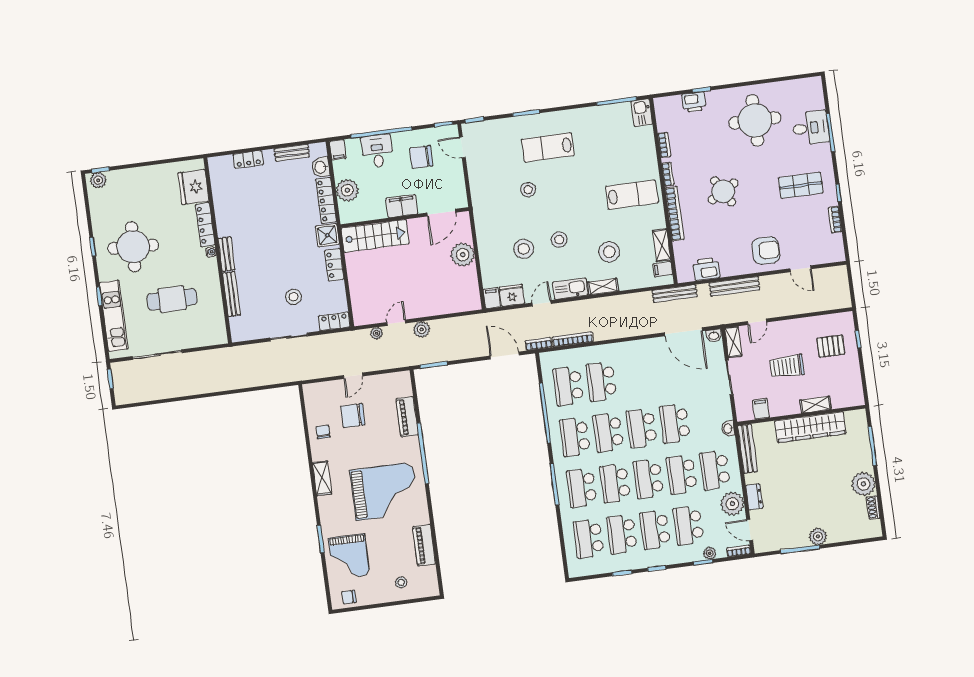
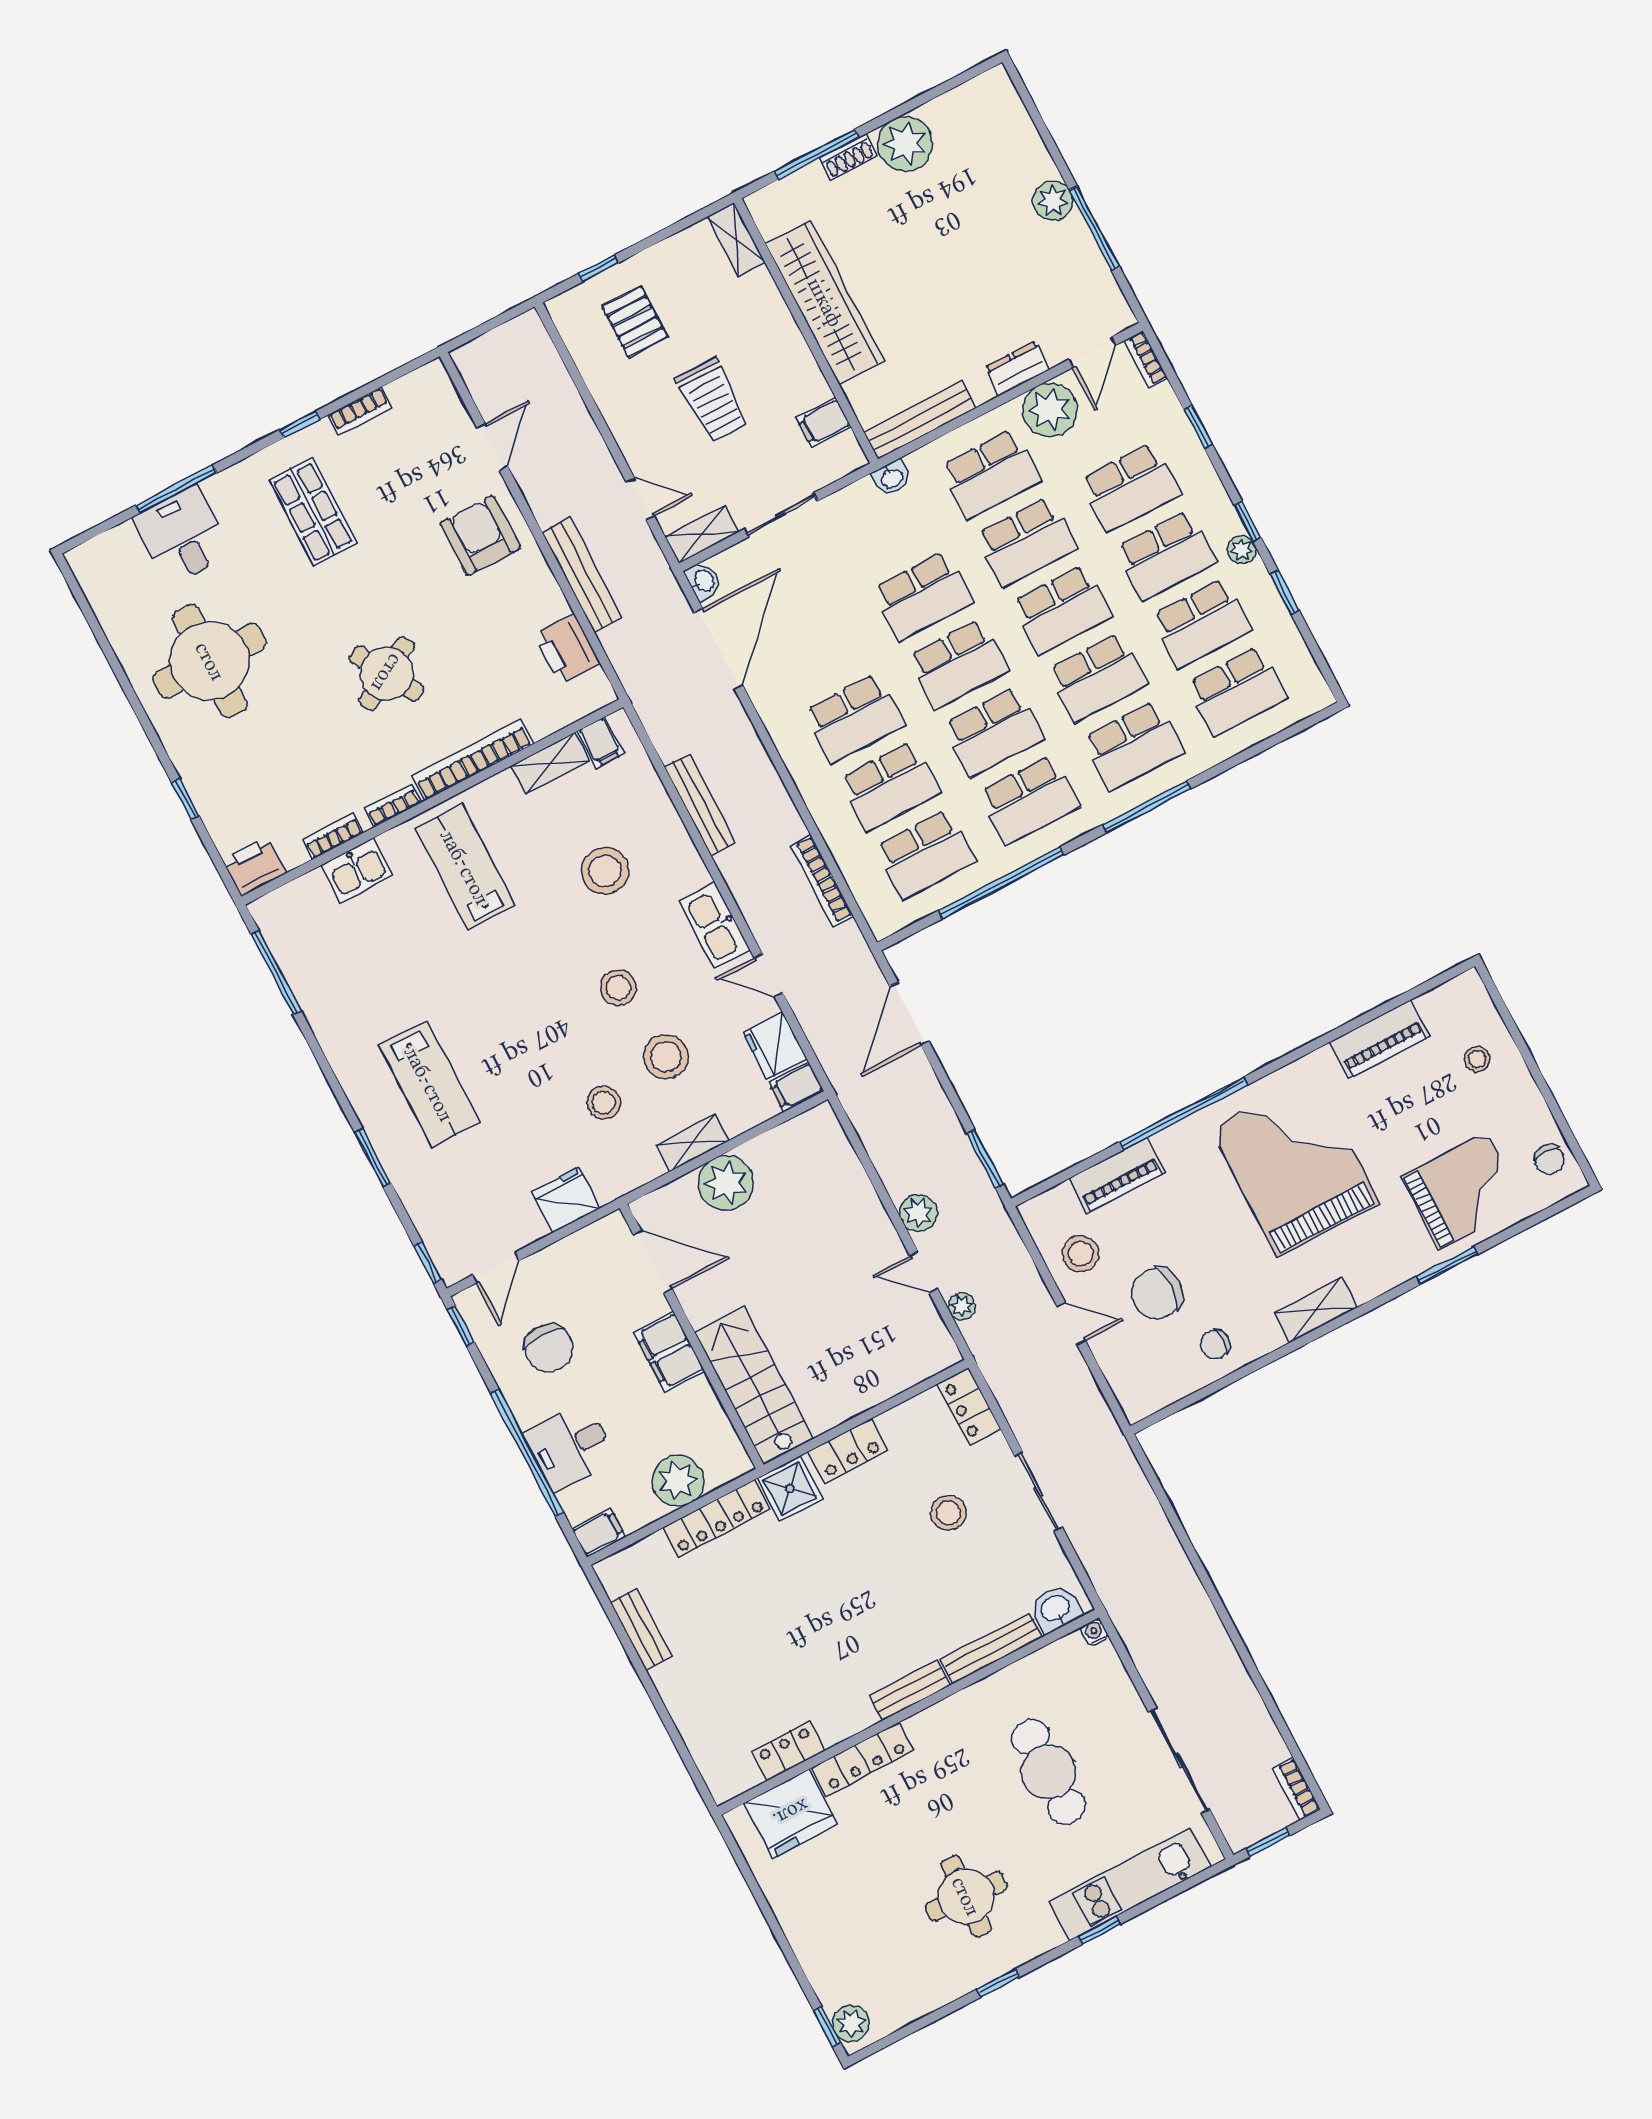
printer: (694, 102) -> (254, 866), moved, turned -90
kitchen sink: (642, 113) -> (357, 870), moved
locker: (248, 159) -> (788, 1751), moved, turned -90
washbasin: (321, 167) -> (1056, 1609), moved, turned 180
fridge: (480, 186) -> (566, 1200), added
stool: (528, 190) -> (604, 1103), moved
round table: (133, 247) -> (966, 1896), width x0.73, depth x0.73
water cooler: (211, 252) -> (1094, 1632), moved
shelving: (603, 287) -> (693, 1143), moved, turned 90
bench: (675, 294) -> (700, 805), moved
bookcase: (539, 344) -> (1296, 1789), moved
school desk: (635, 377) -> (854, 718), added
stool: (380, 390) -> (1081, 1254), added
shelving: (816, 405) -> (736, 240), moved
chair: (353, 416) -> (1157, 1293), turned 90
shoe rack: (873, 508) -> (848, 157), moved
plant: (710, 553) -> (1242, 550), moved

